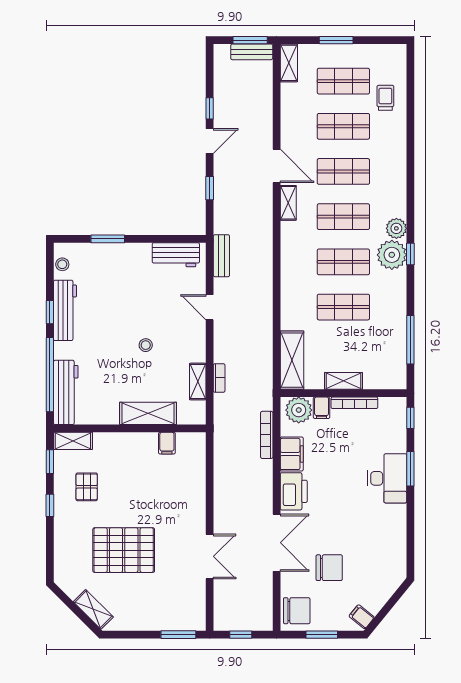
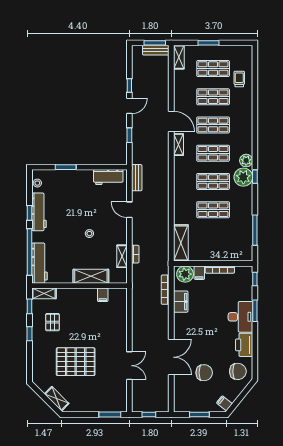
shelving: (343, 381) -> (213, 256), removed
printer: (294, 491) -> (244, 345), moved, turned 180
chair: (297, 611) -> (238, 371), moved

